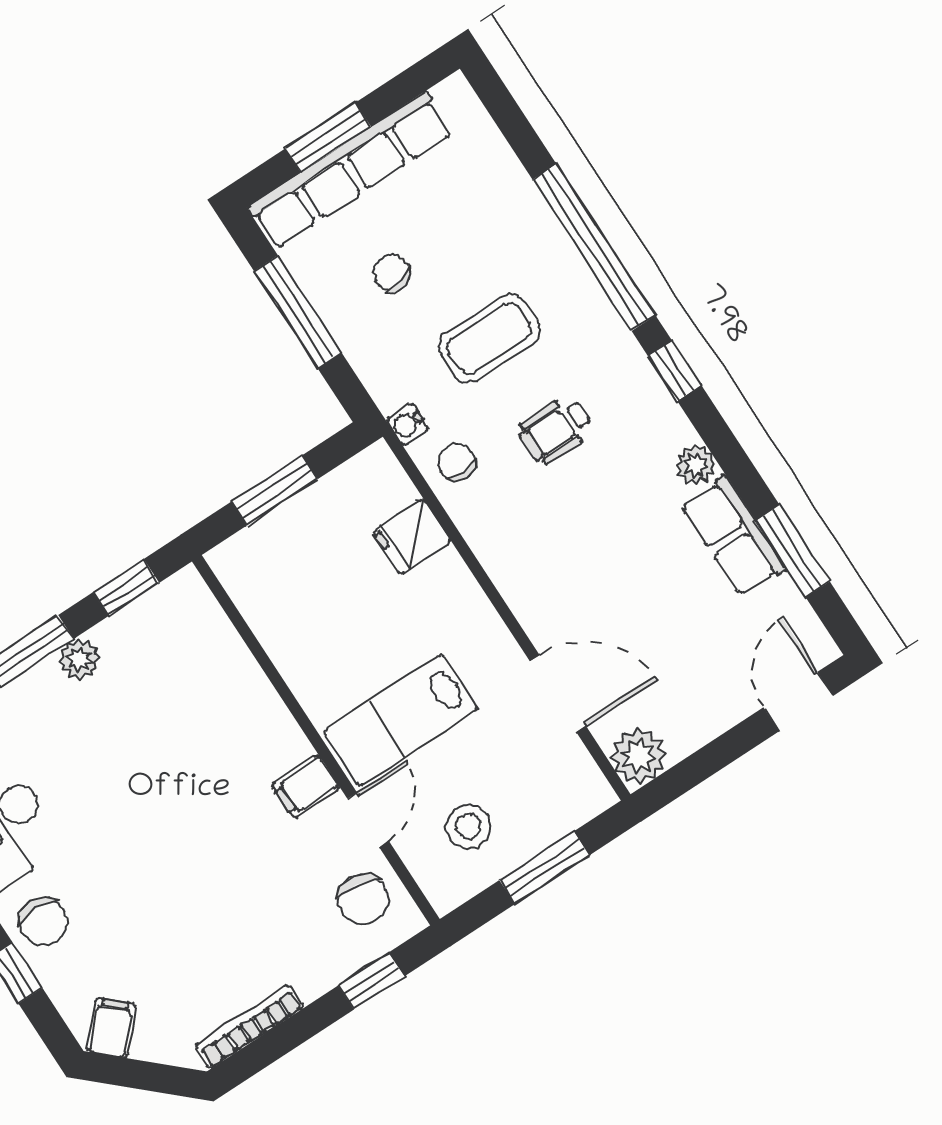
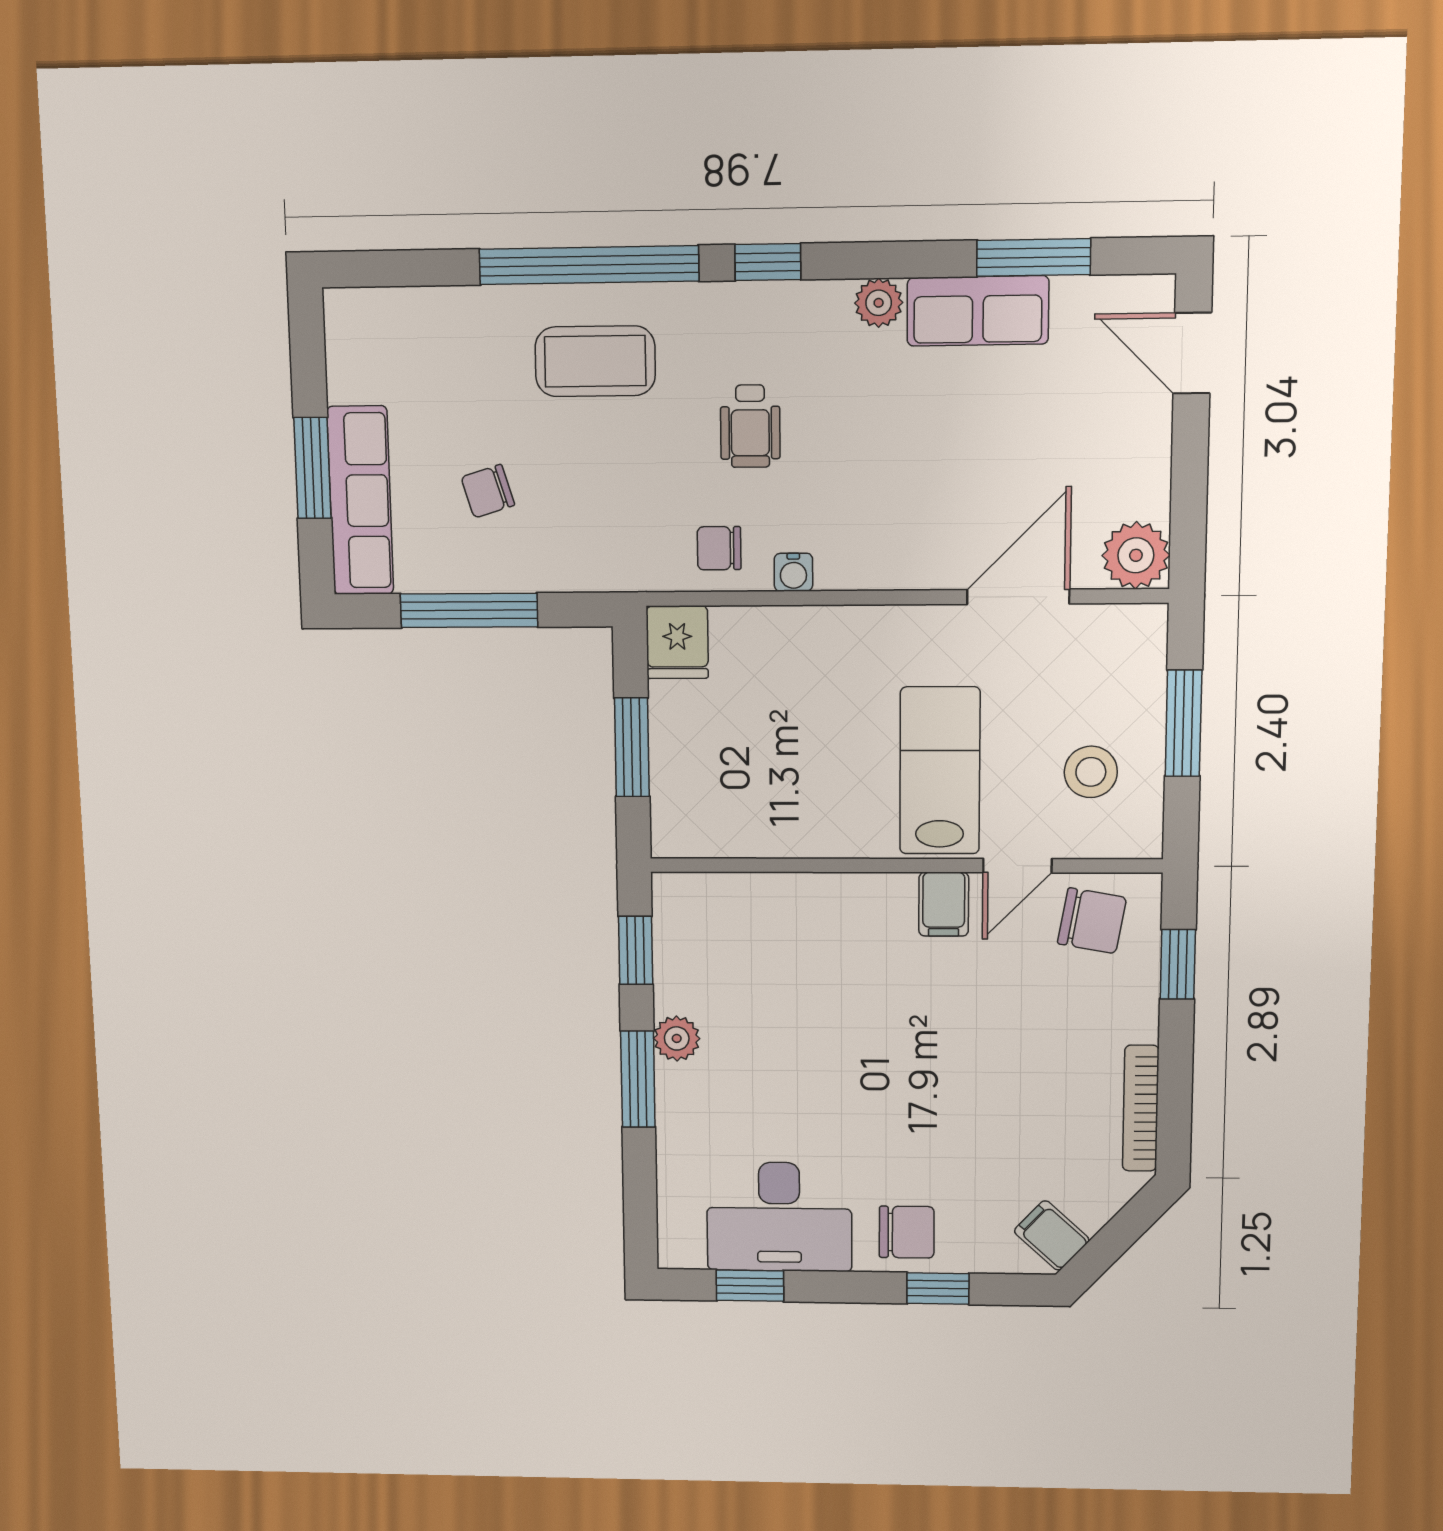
row of seats: (351, 170) -> (360, 501), width x0.73
coffee table: (489, 338) -> (595, 361), moved, turned 90
water cooler: (407, 424) -> (793, 572), moved
fridge: (412, 537) -> (677, 642), moved
lab bench: (400, 720) -> (940, 771), turned 180
door: (368, 820) -> (1017, 866), swing flipped

